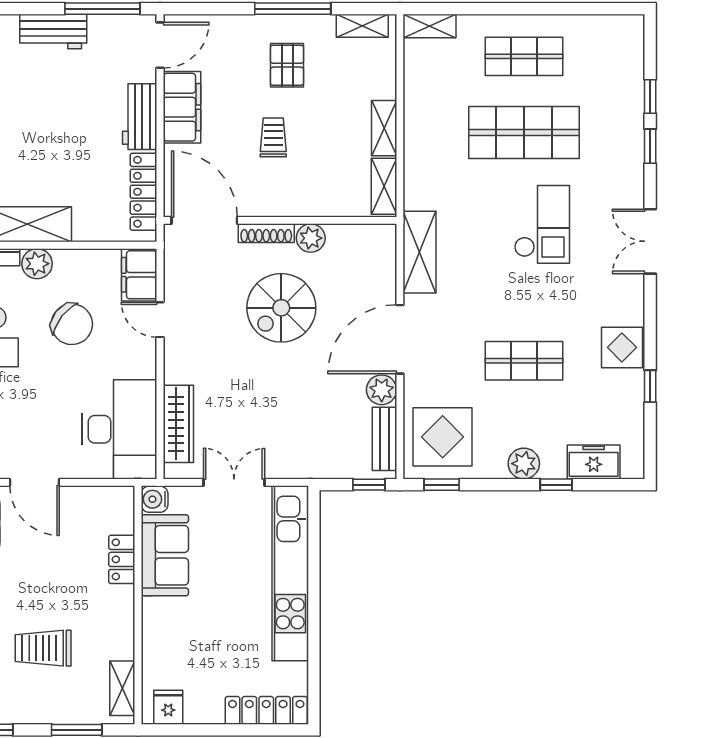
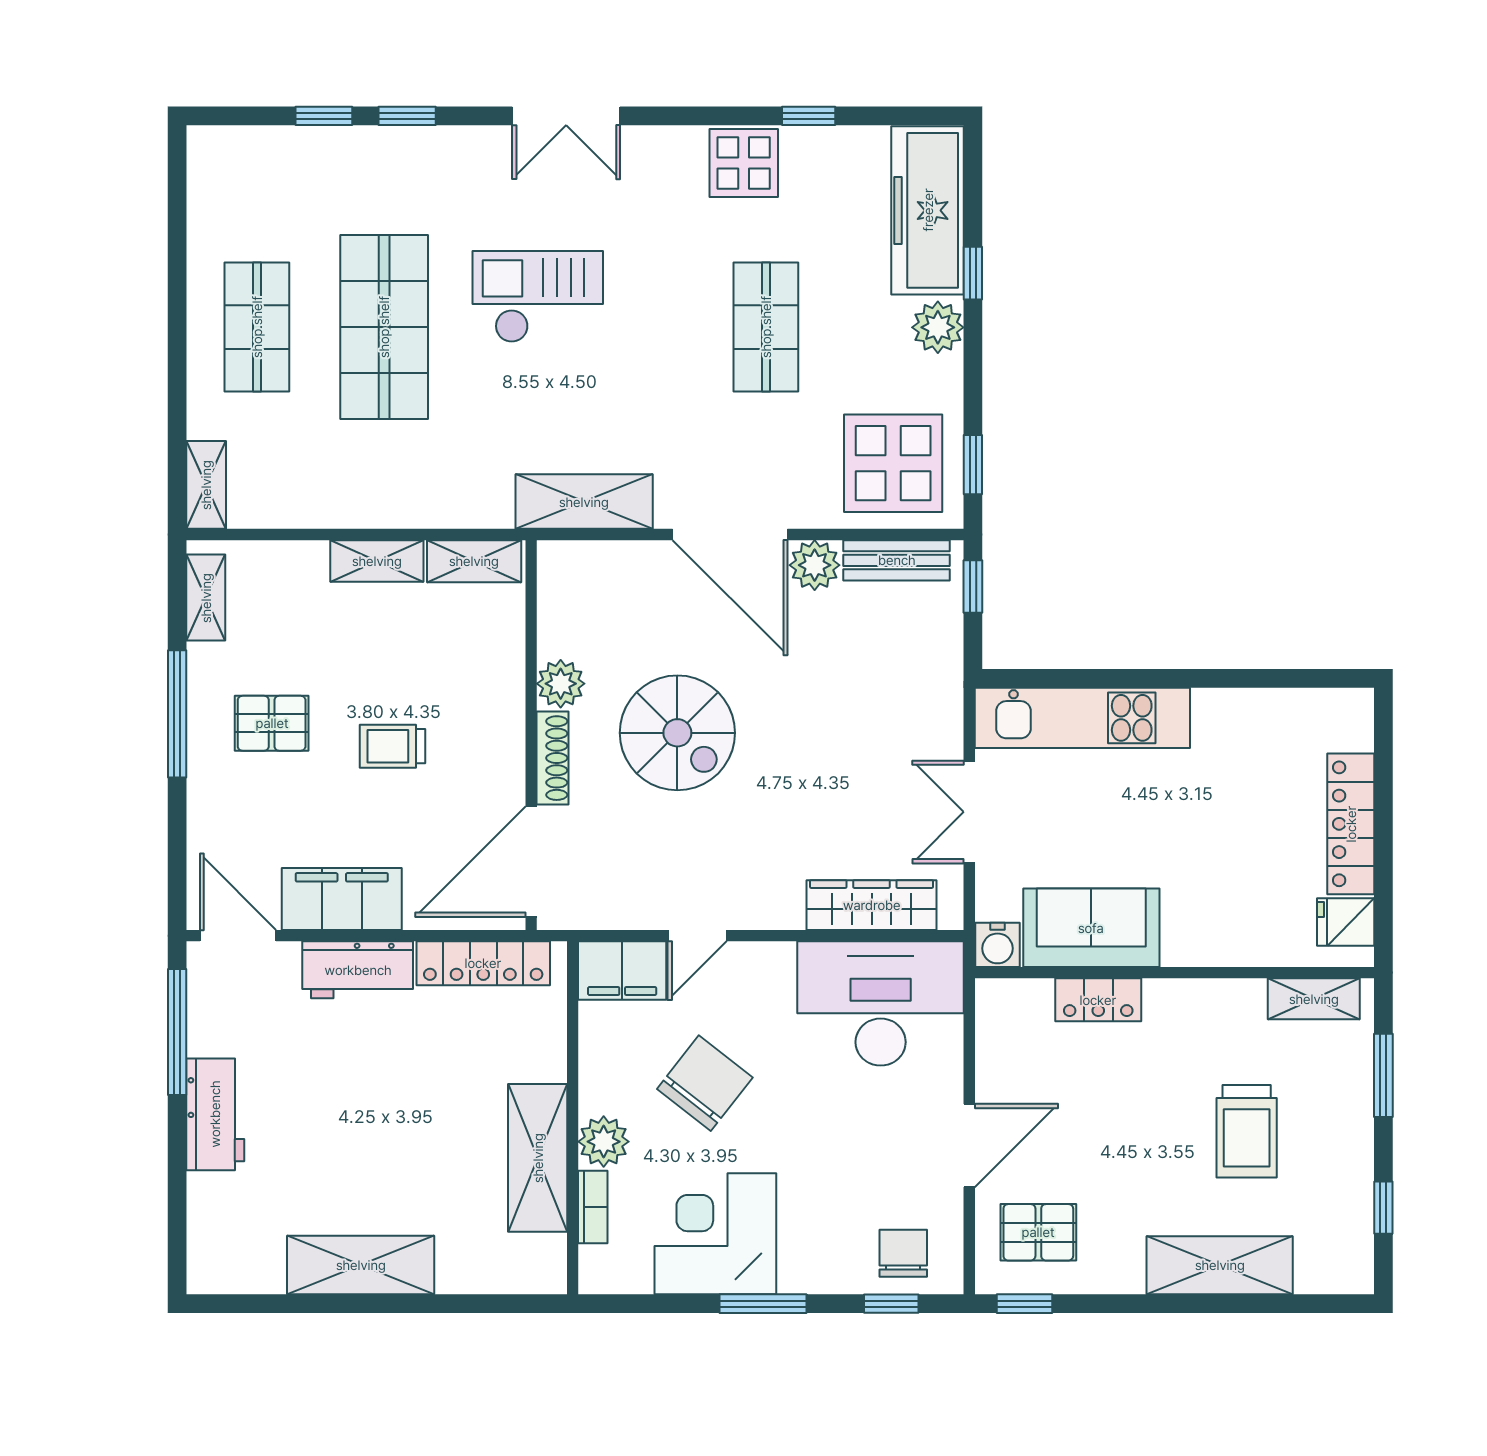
freezer: (594, 462) -> (928, 210), width x1.91, depth x1.26
kitchen unit: (290, 573) -> (1082, 718), width x0.73
locker: (266, 710) -> (1351, 824), moved

